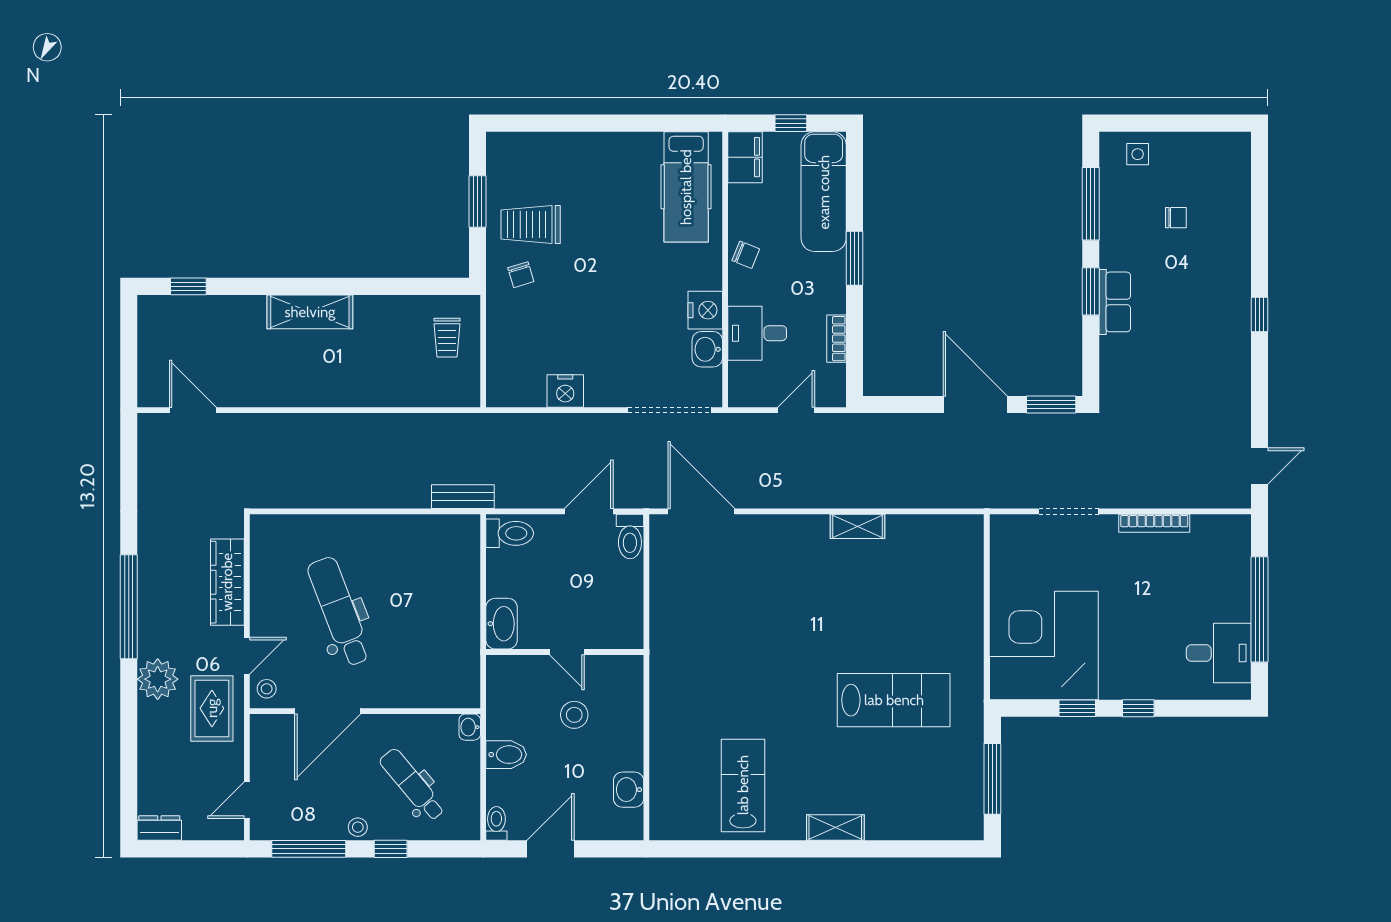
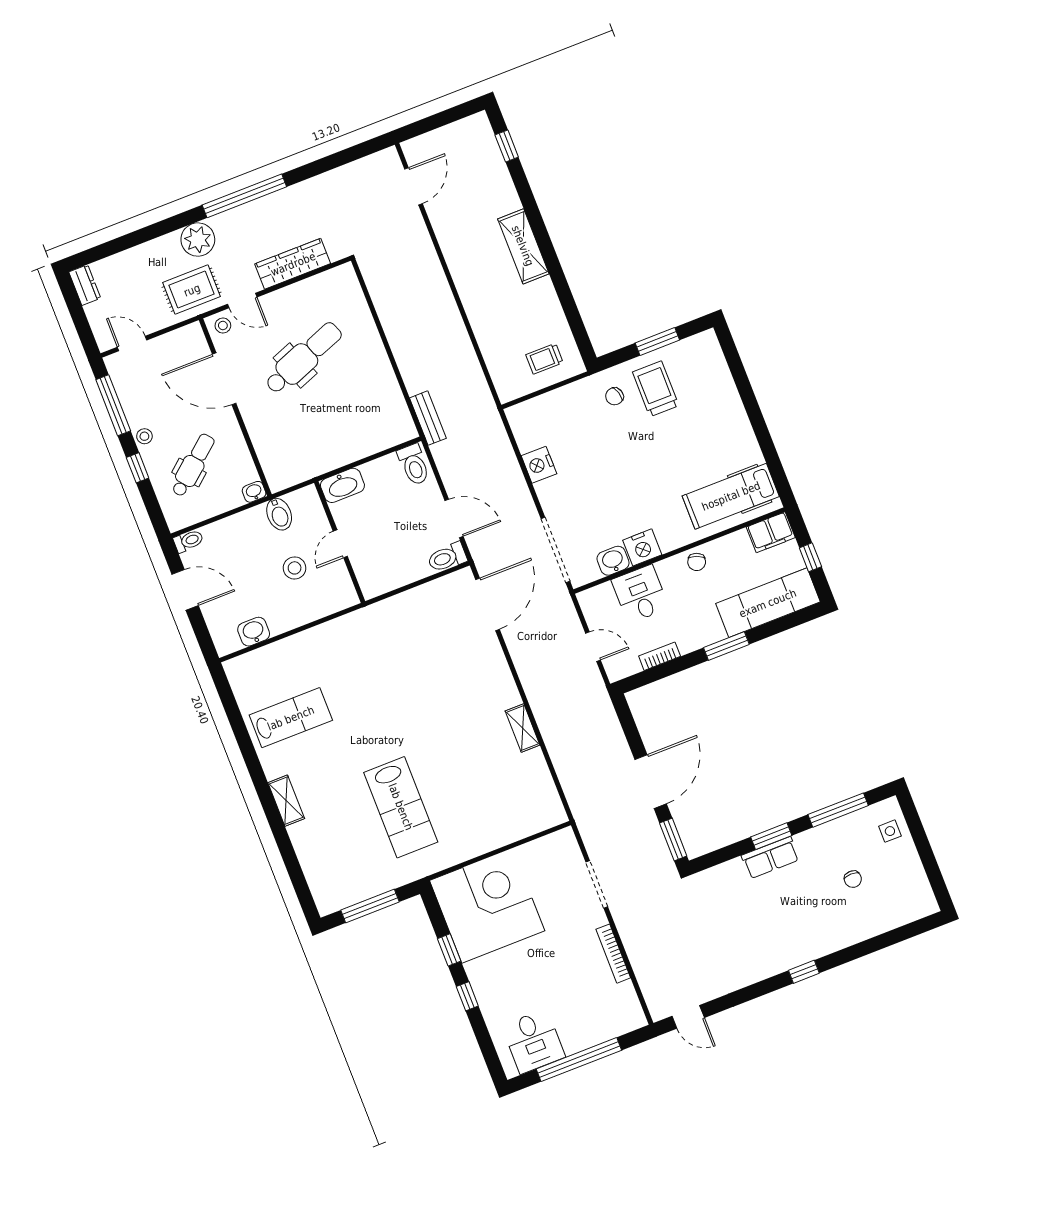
bidet: (506, 755) -> (279, 514), moved

